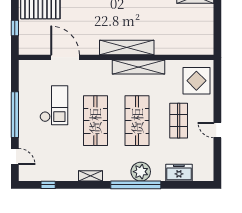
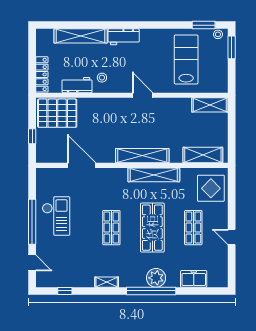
shelving: (188, 47) -> (203, 155), added
checkout: (54, 105) -> (56, 216), moved
shop shelf: (95, 121) -> (111, 228), width x0.70, depth x0.74

